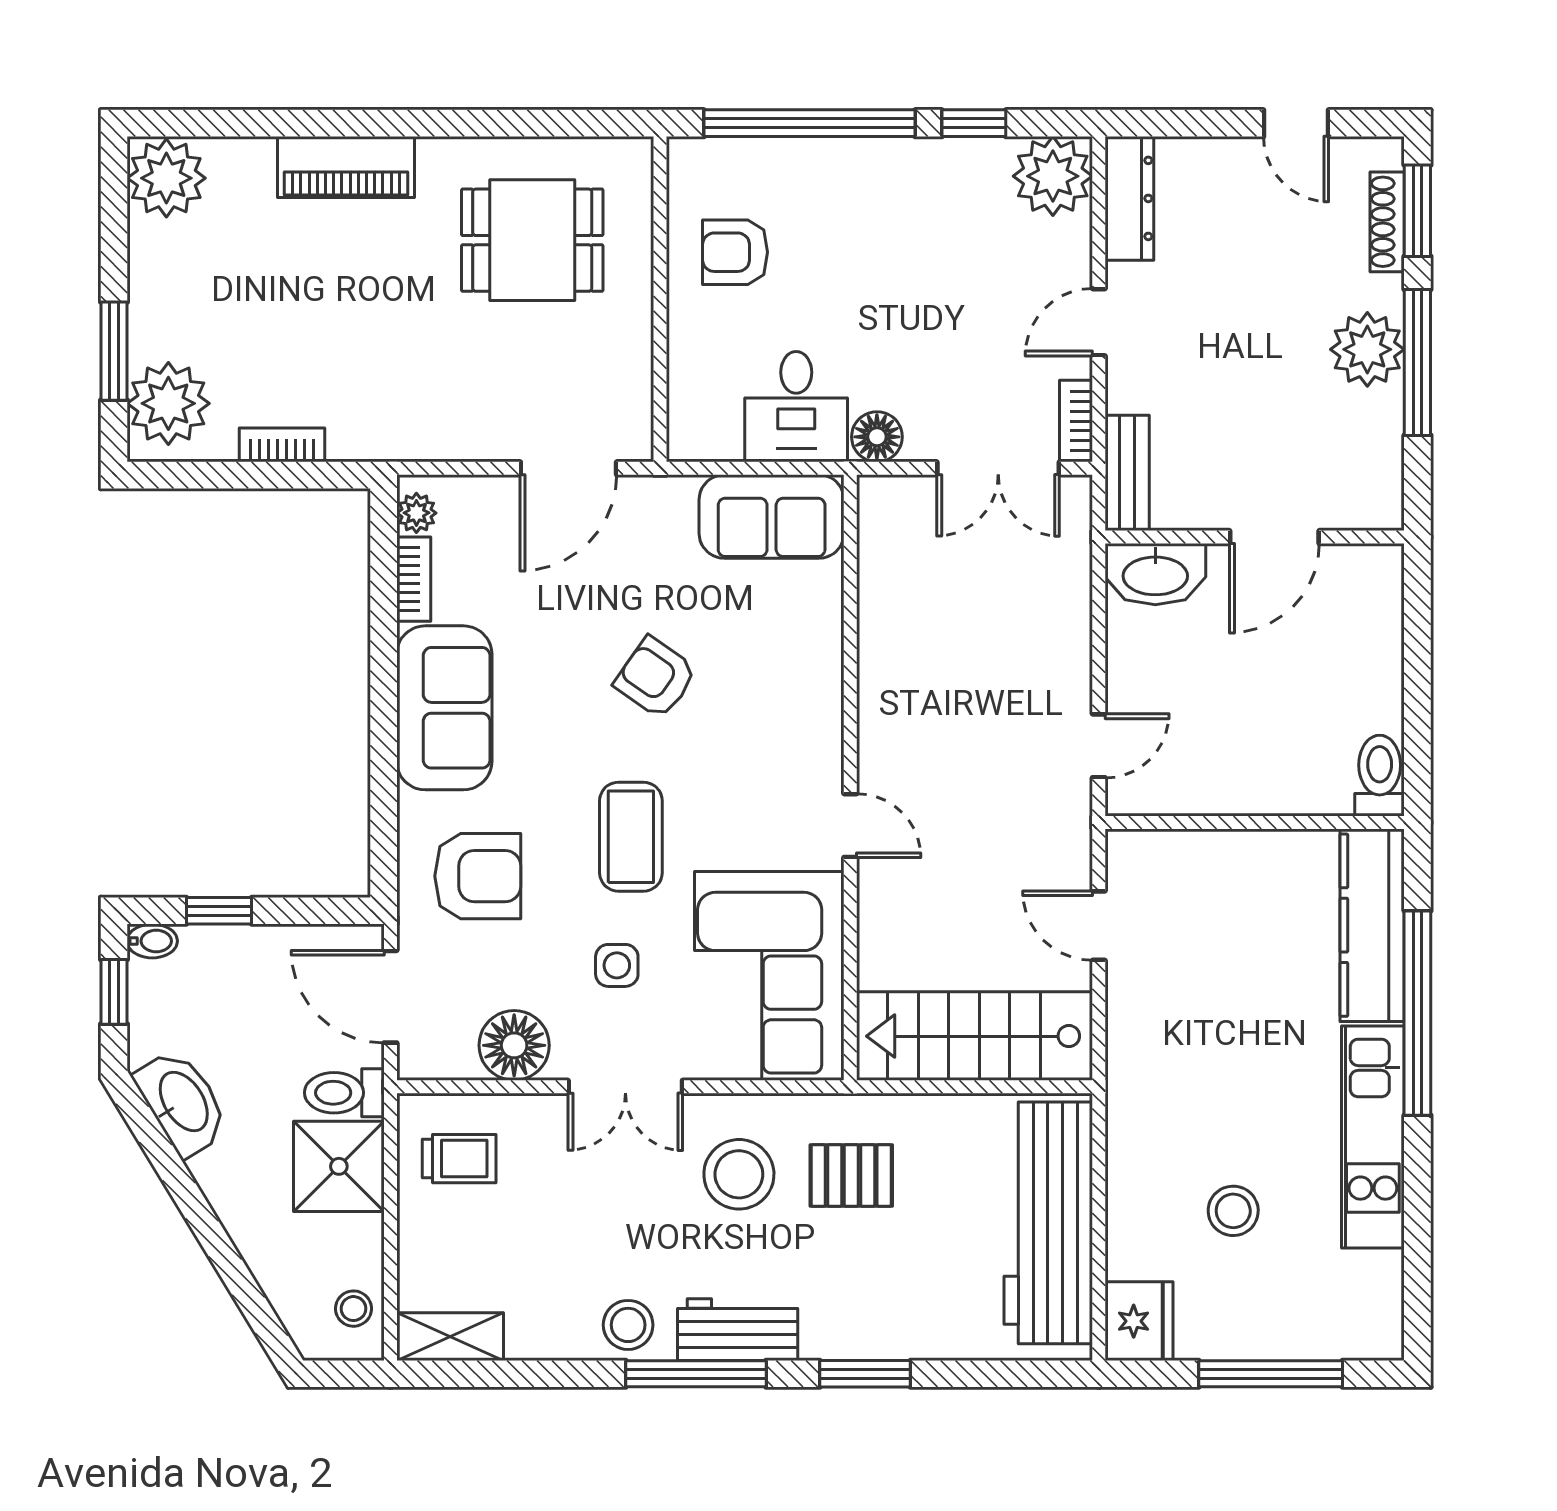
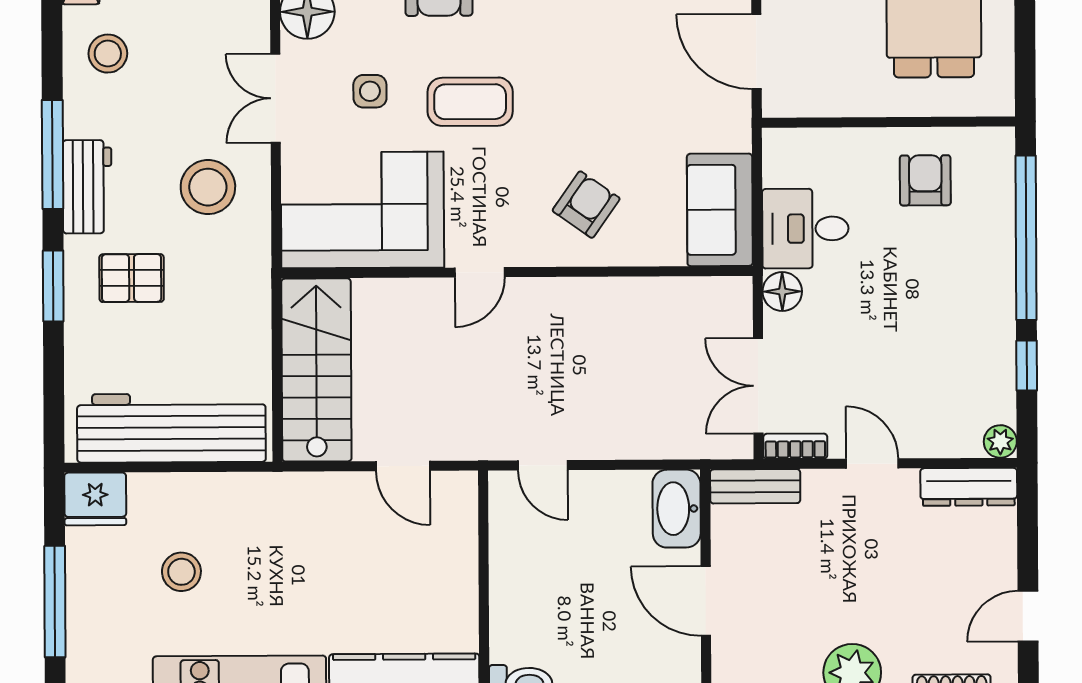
plant: (1053, 176) -> (1000, 441), width x0.53, depth x0.53
armchair: (656, 678) -> (586, 205), moved
door: (1099, 926) -> (403, 466), swing flipped
pallet: (851, 1175) -> (132, 278), moved, turned 90
stool: (628, 1325) -> (108, 54), moved

